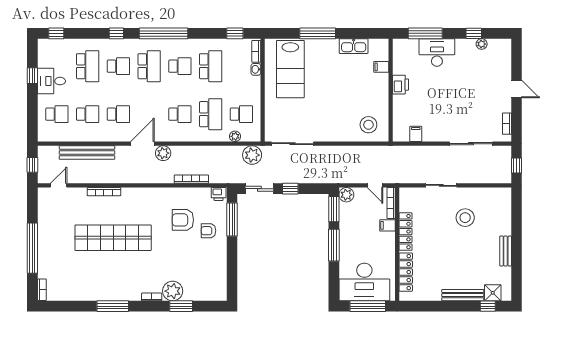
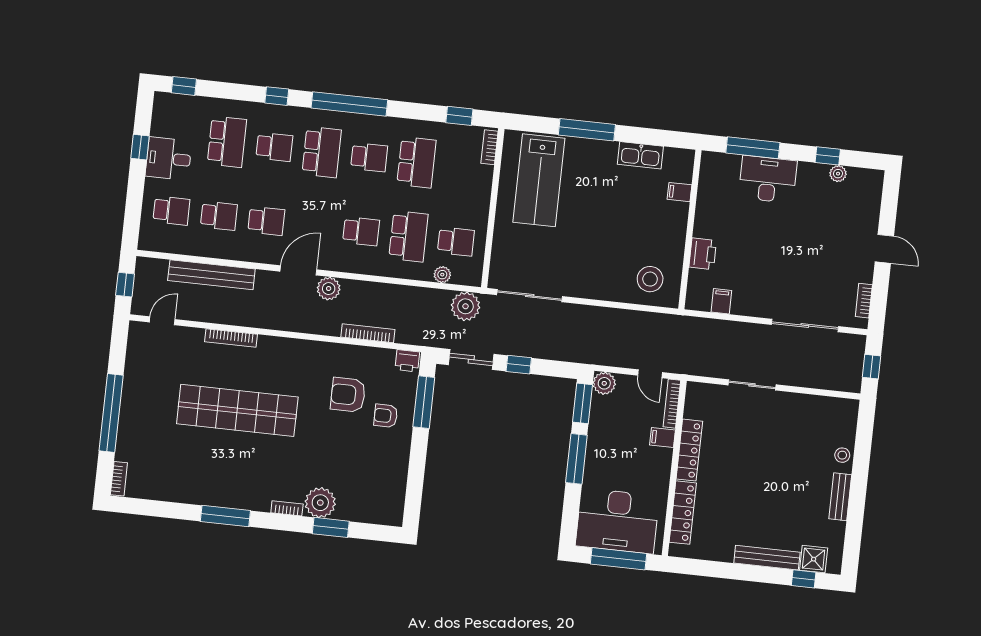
washbasin: (256, 69) -> (486, 175), removed
printer: (400, 85) -> (703, 254), moved
stool: (465, 218) -> (842, 455), moved, width x0.53, depth x0.53

